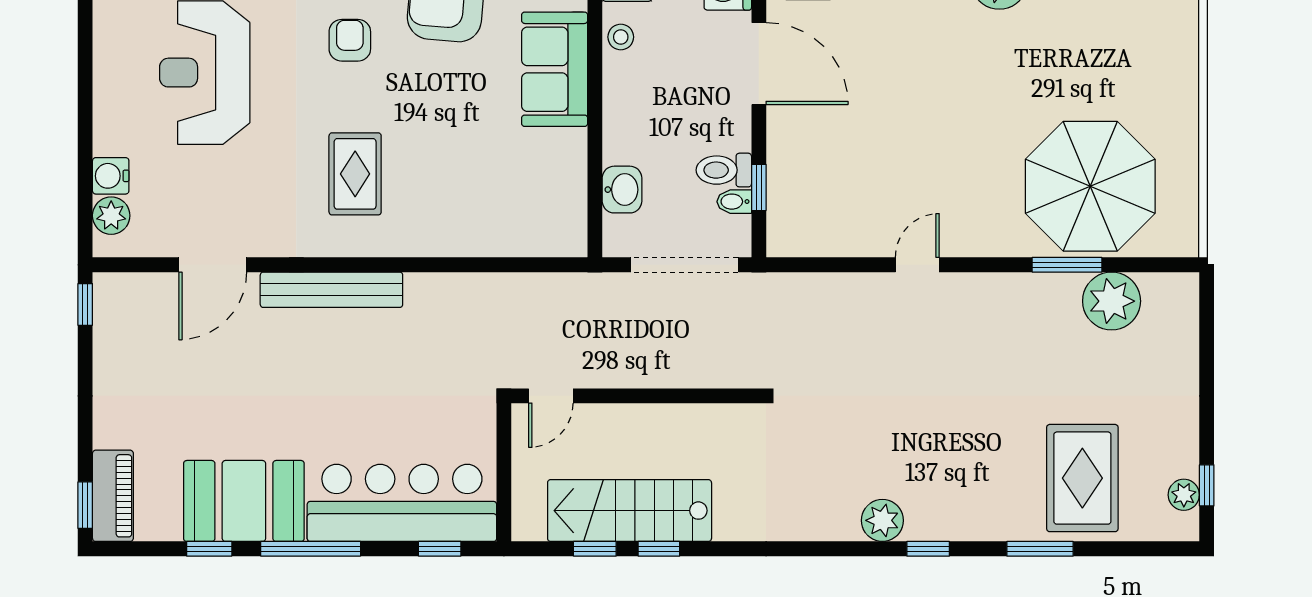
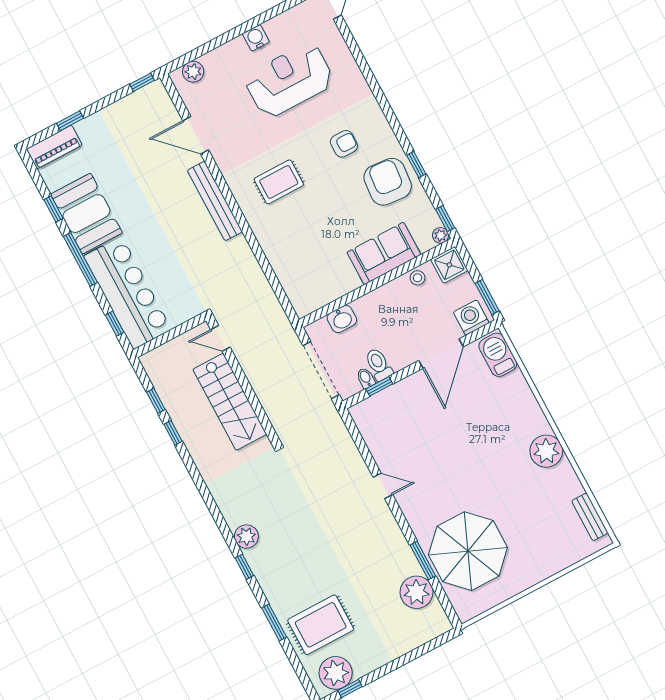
water cooler: (111, 176) -> (256, 38), moved
plant: (1184, 495) -> (336, 673), width x1.87, depth x1.87
window: (85, 505) -> (70, 121), moved
stairs: (630, 511) -> (230, 402), moved, turned 180

